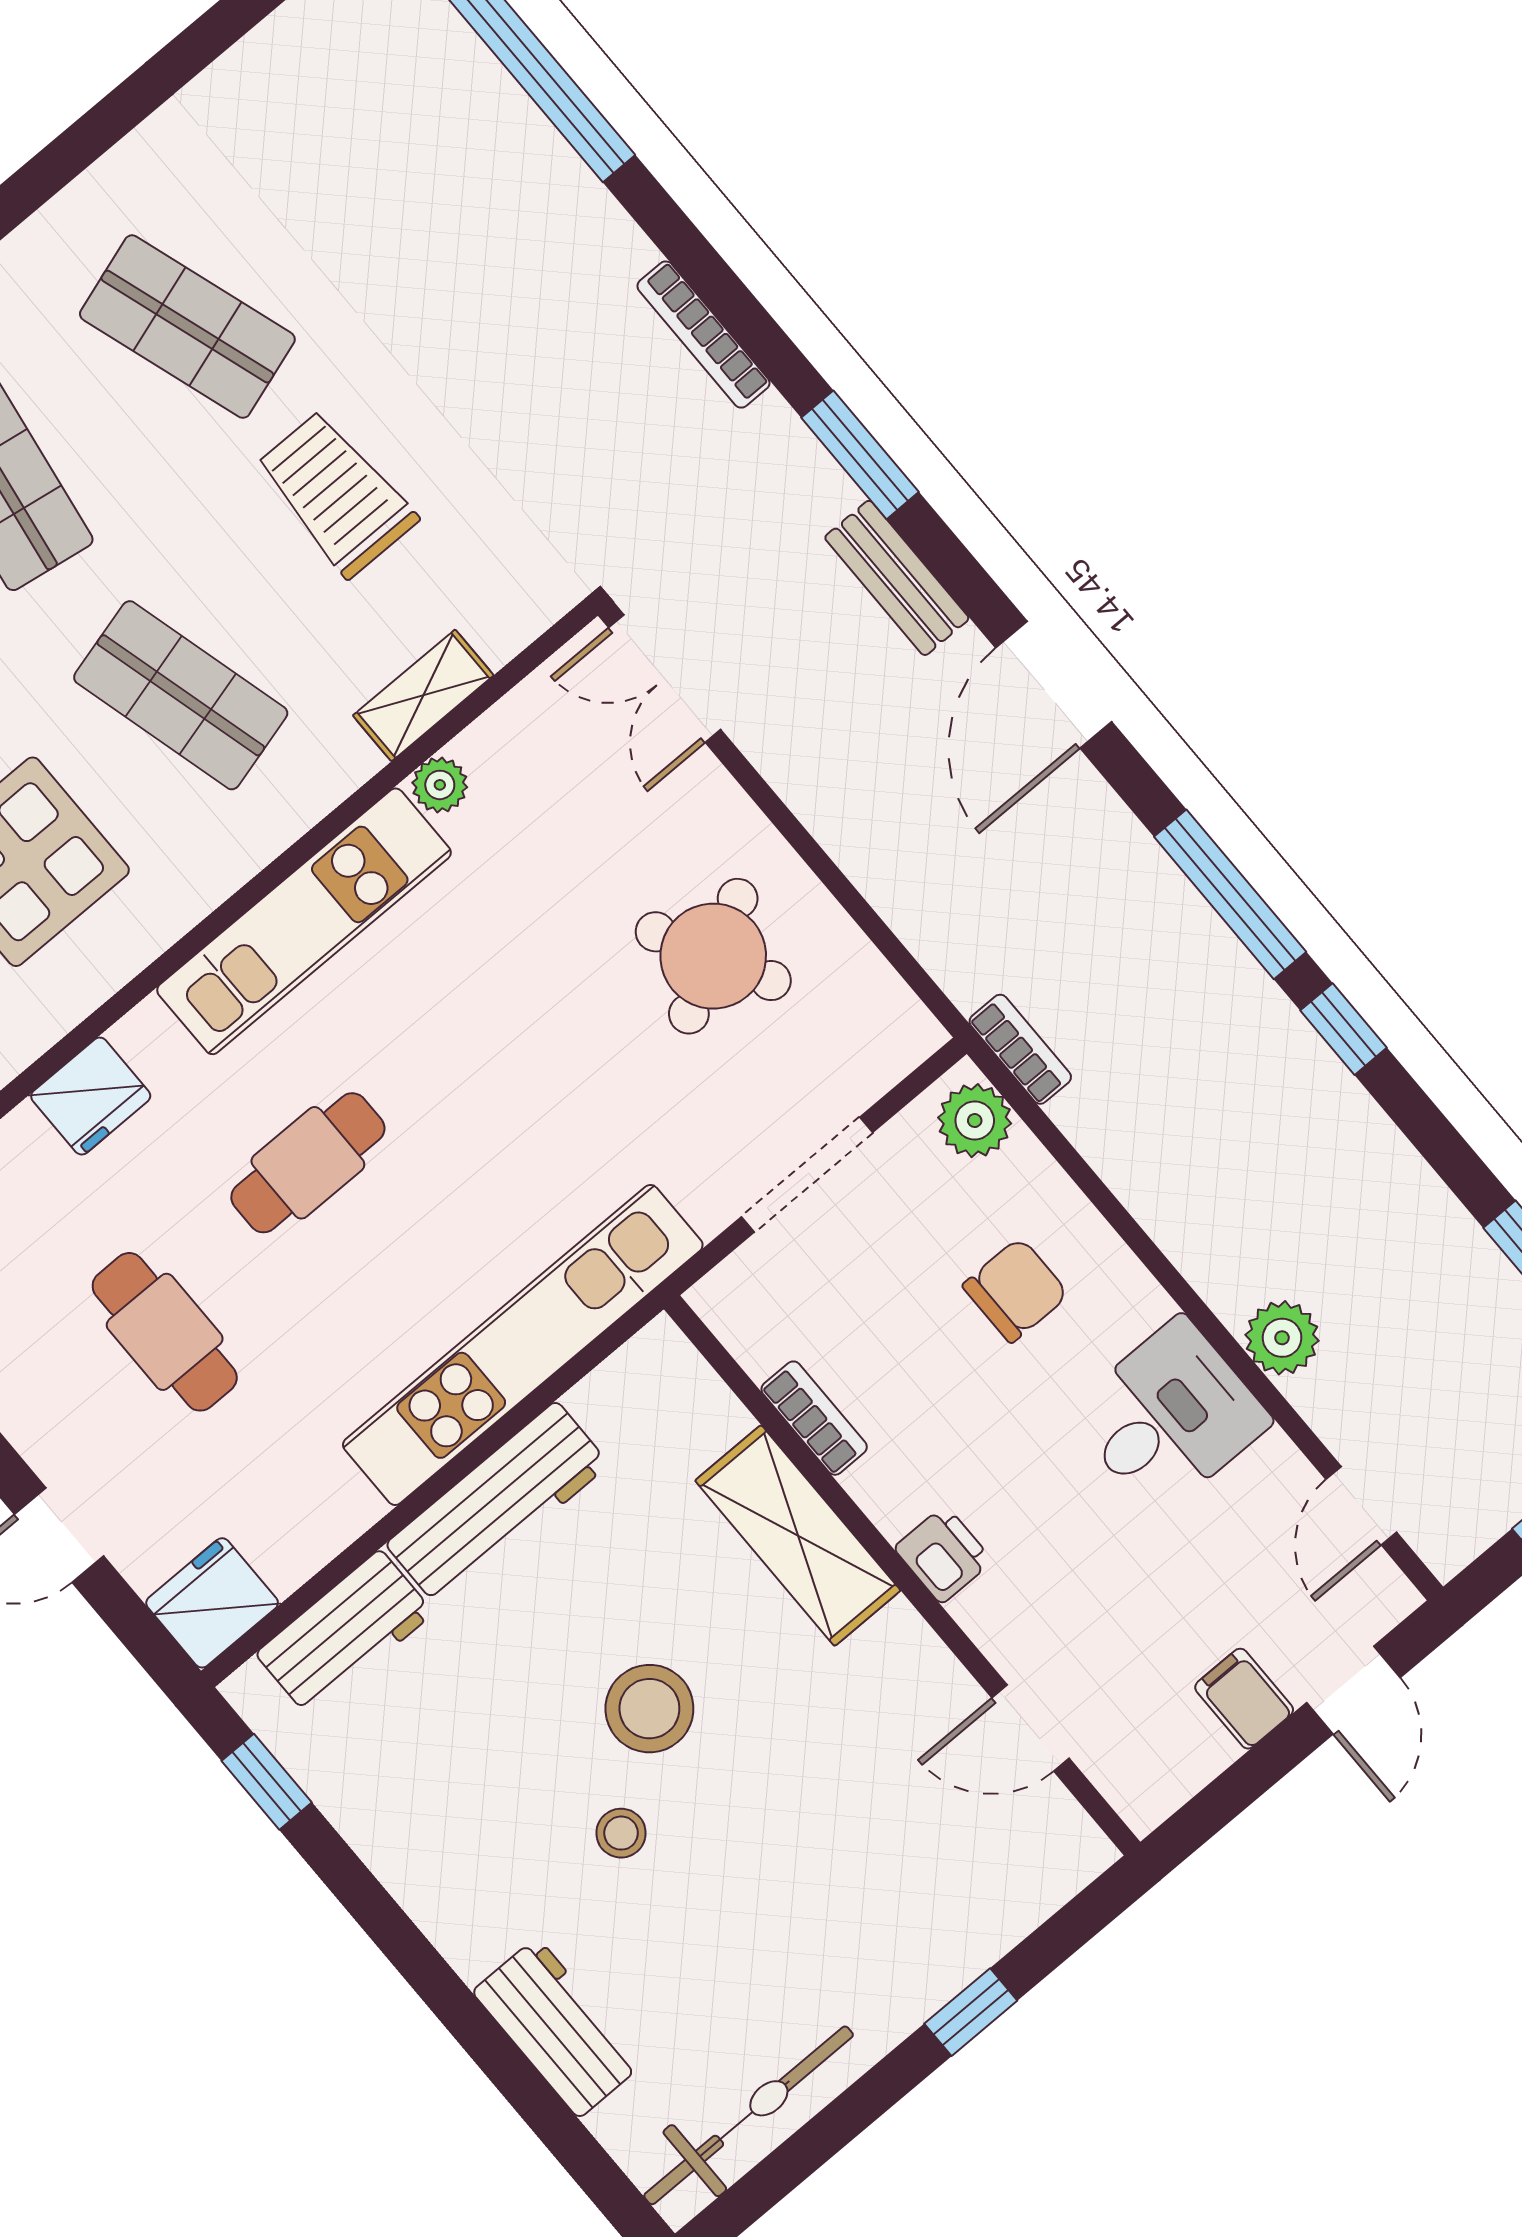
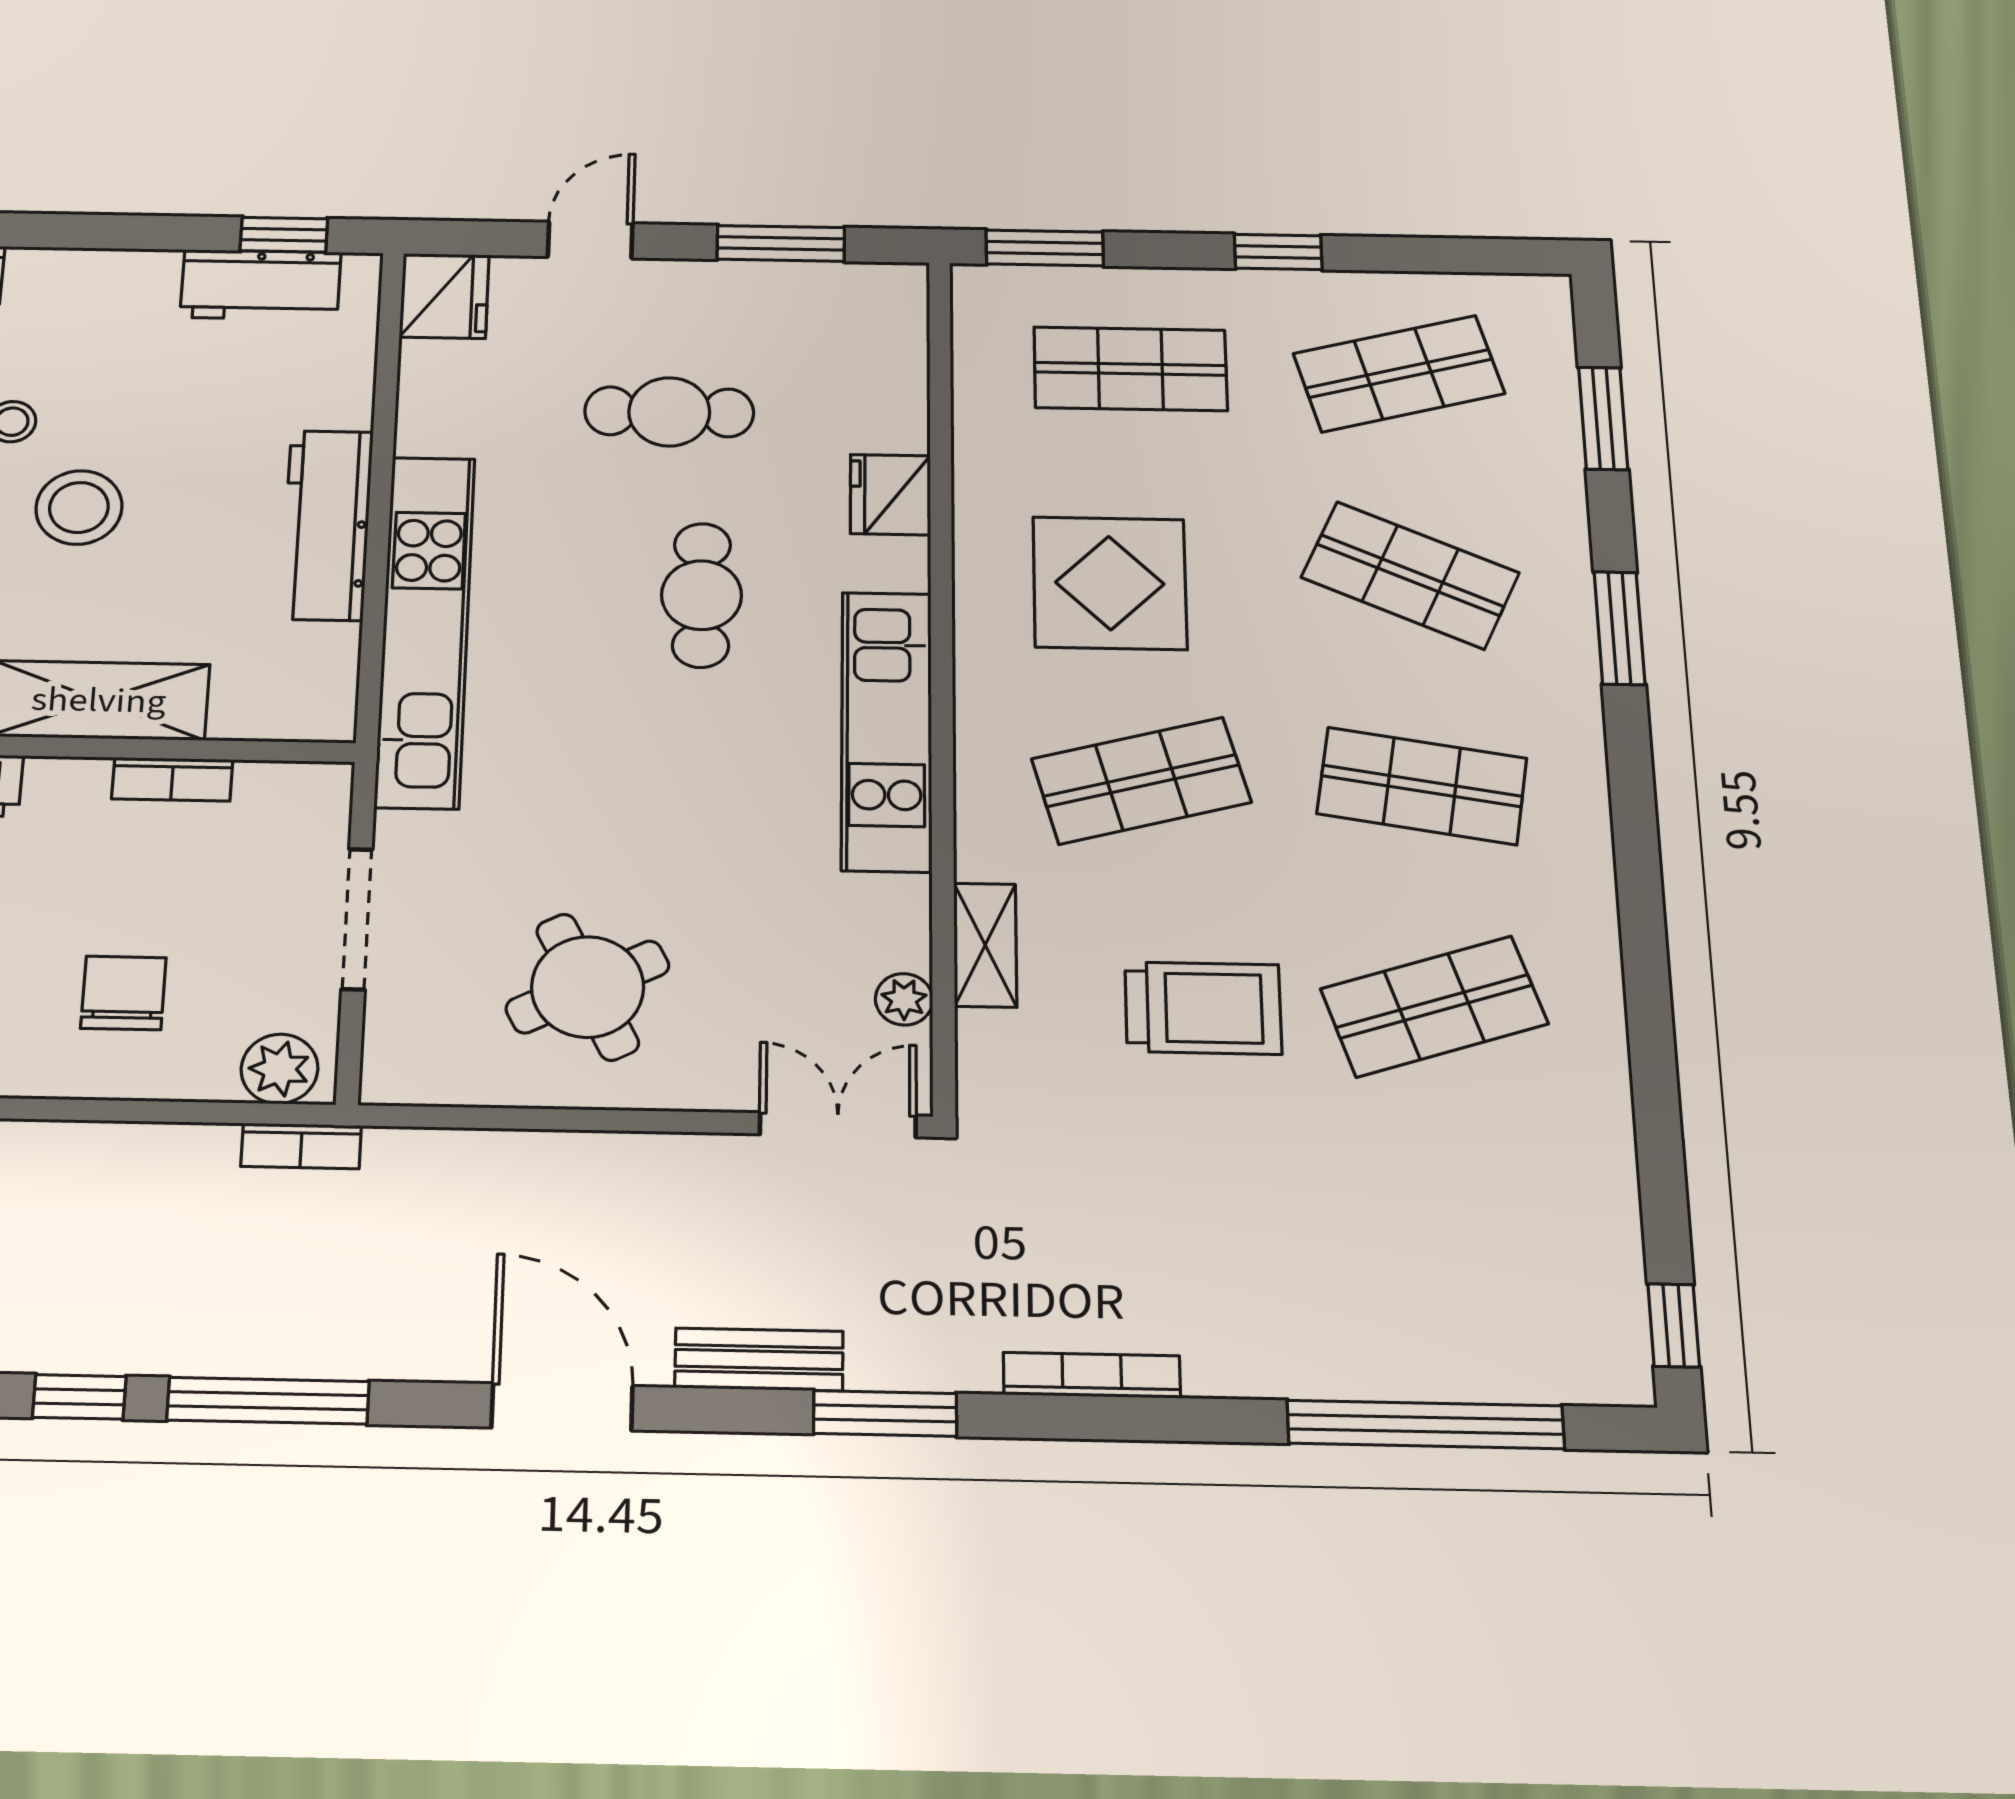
plant: (440, 785) -> (904, 999), moved
chair: (1016, 1290) -> (123, 993), turned 180
workbench: (345, 1633) -> (261, 285), moved, turned -90

